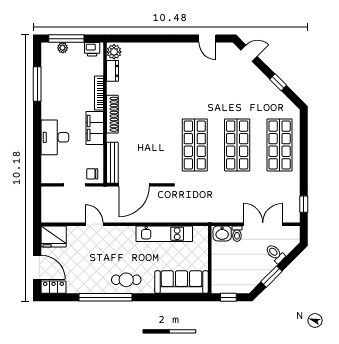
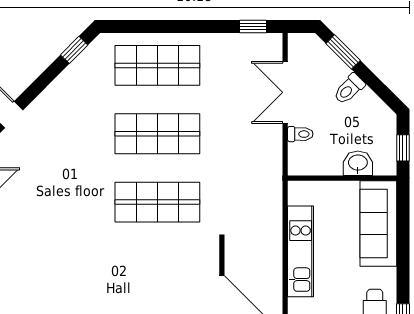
window: (278, 82) -> (74, 50), moved
washbasin: (222, 233) -> (358, 163), moved, turned -90
toilet: (275, 254) -> (349, 89), moved
window: (271, 277) -> (343, 52), moved

